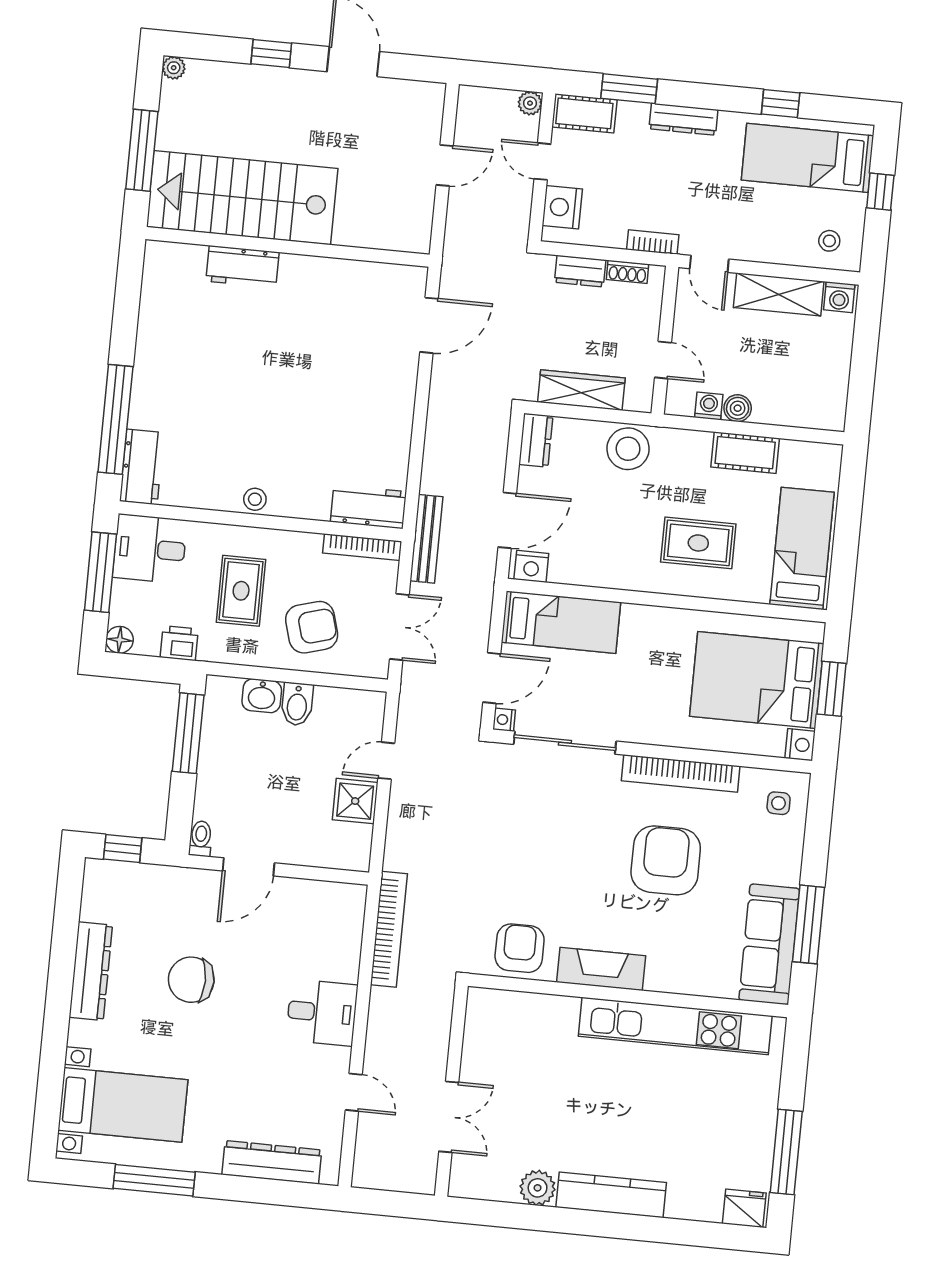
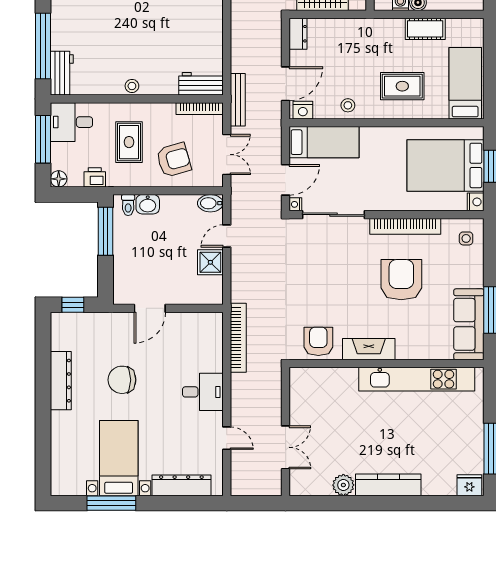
stool: (628, 449) -> (348, 105), moved, width x0.53, depth x0.53
bidet: (297, 704) -> (210, 203), moved, turned 90
toilet: (201, 839) -> (128, 205), moved, turned 180
bed with nightstands: (123, 1105) -> (119, 458), moved, turned -90

